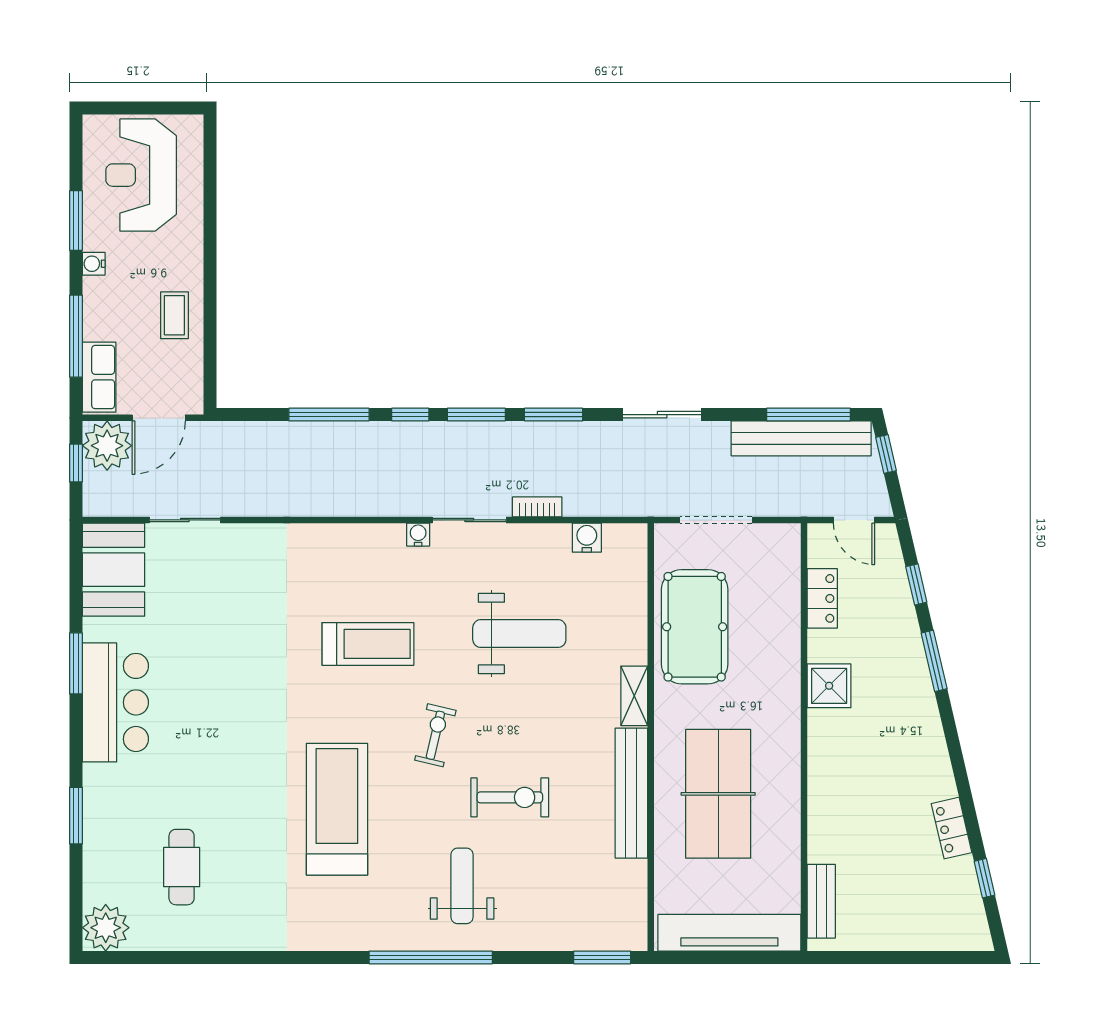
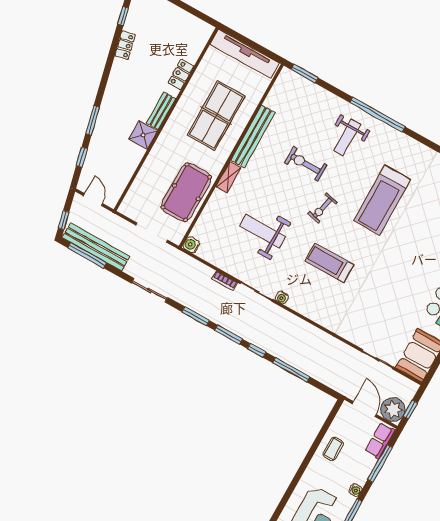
door: (159, 418) -> (364, 409), hinge flipped
water cooler: (587, 538) -> (191, 245), moved, turned 90
locker: (822, 598) -> (181, 74), moved
bench: (821, 901) -> (161, 111), moved

